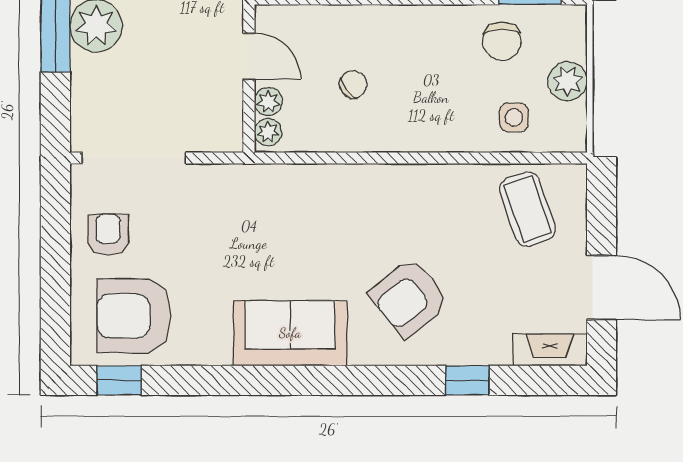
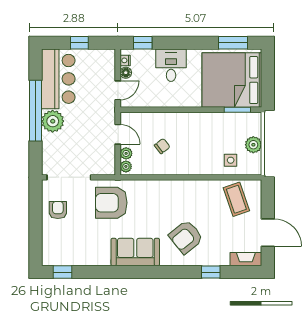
chair: (502, 41) -> (225, 128), removed
armchair: (134, 316) -> (111, 203), moved

